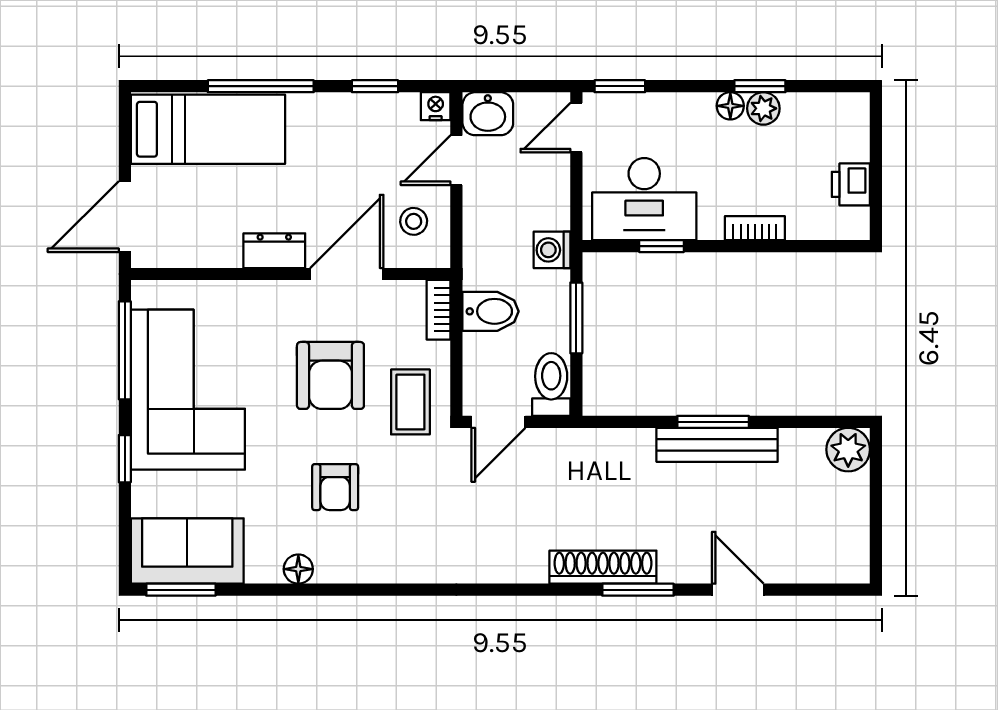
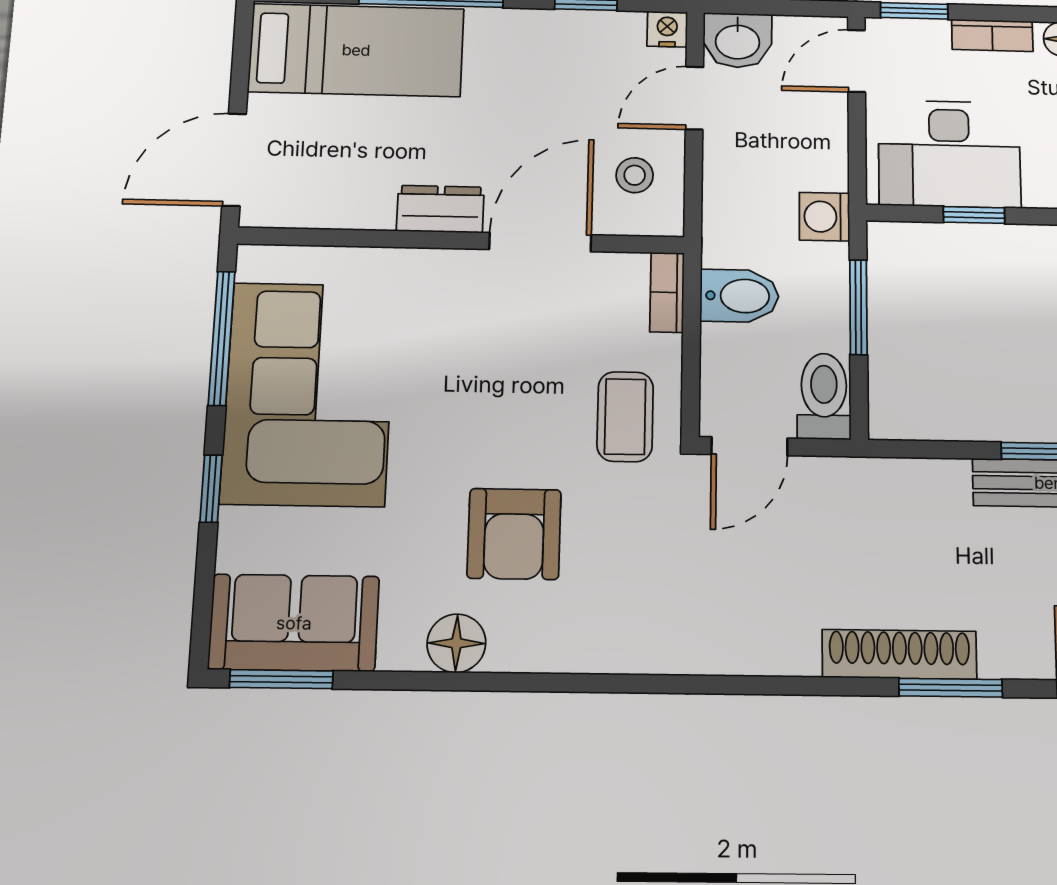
bookcase: (678, 104) -> (992, 35), added
armchair: (330, 375) -> (513, 378), removed
armchair: (335, 487) -> (514, 534), width x1.38, depth x1.38
floor lamp: (298, 569) -> (456, 643), width x1.37, depth x1.37

